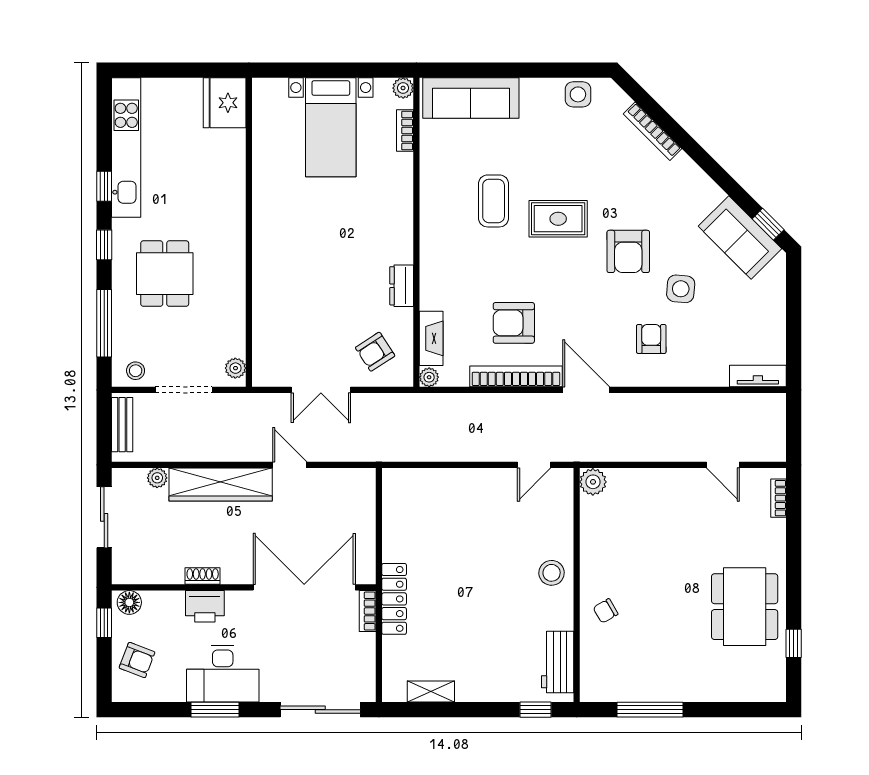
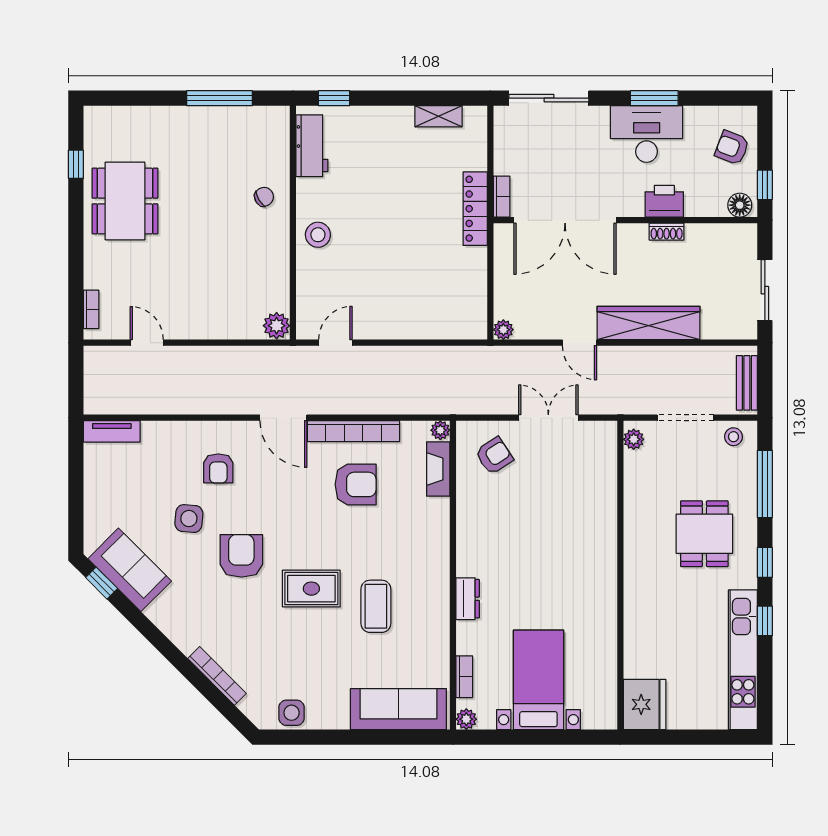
dresser: (402, 286) -> (468, 599), moved
plant: (157, 478) -> (503, 330), moved

